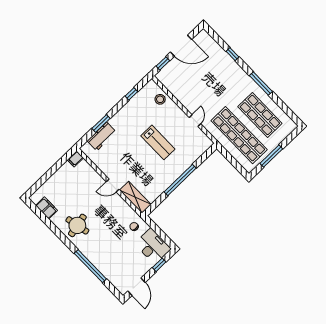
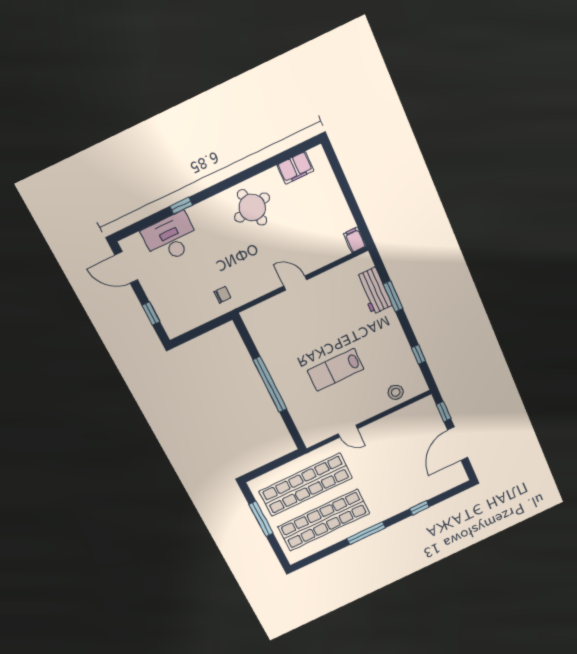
shop shelf: (260, 115) -> (324, 520), width x1.40
door: (113, 186) -> (295, 283), hinge flipped
shelving: (135, 197) -> (266, 311), removed
desk: (153, 246) -> (171, 238), moved, turned 180
window: (90, 266) -> (181, 206), width x0.32

